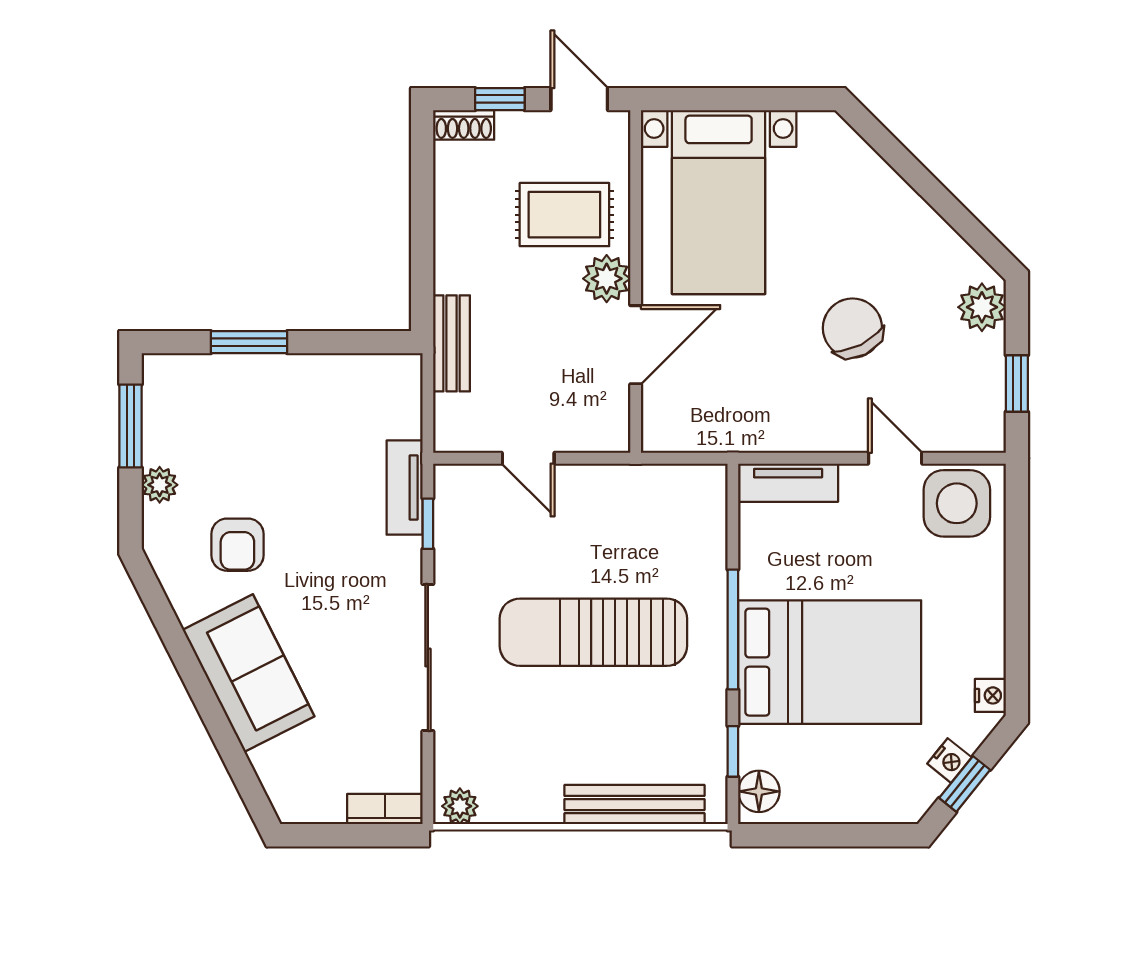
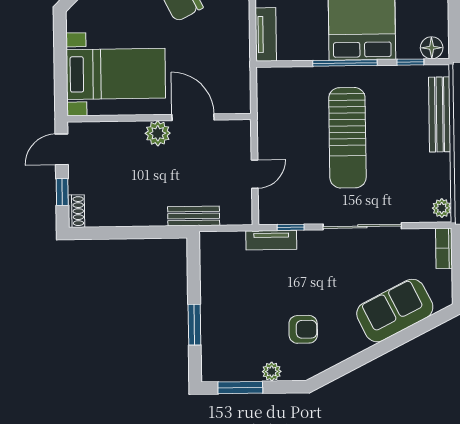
rug: (564, 215) -> (124, 156), removed
sofa: (248, 673) -> (395, 311), moved

